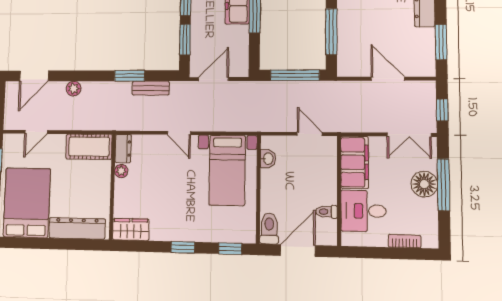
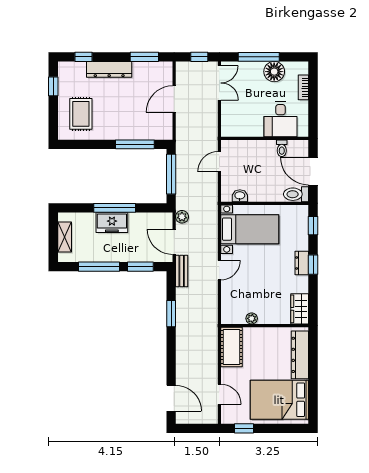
bench: (151, 88) -> (182, 271), moved
plant: (74, 89) -> (182, 217), moved
dresser: (123, 149) -> (302, 263), moved, turned -90
filing cabinet: (355, 162) -> (242, 126), removed
floor lamp: (424, 184) -> (274, 72), moved

